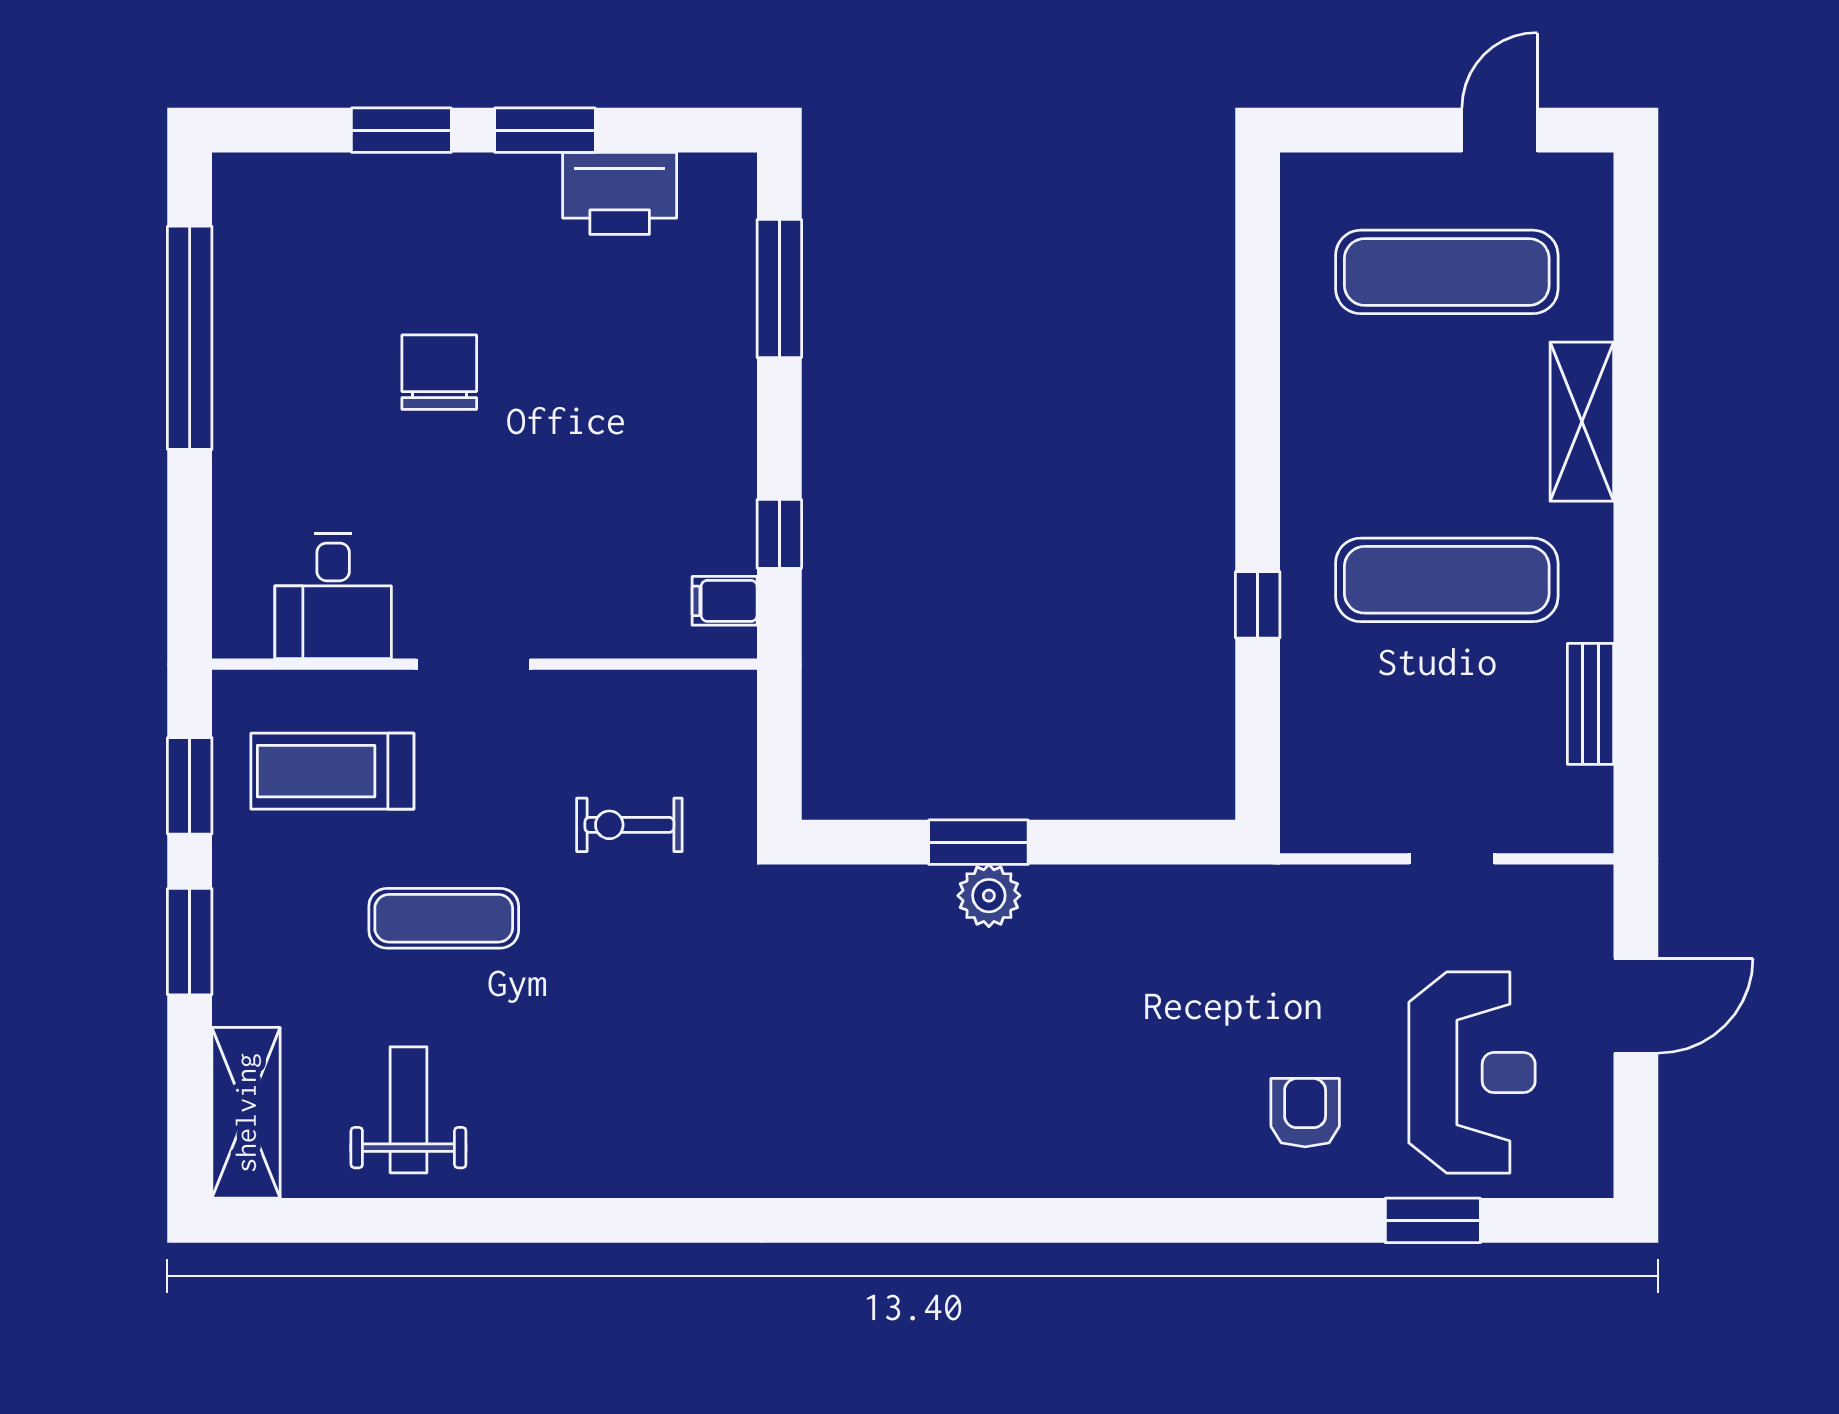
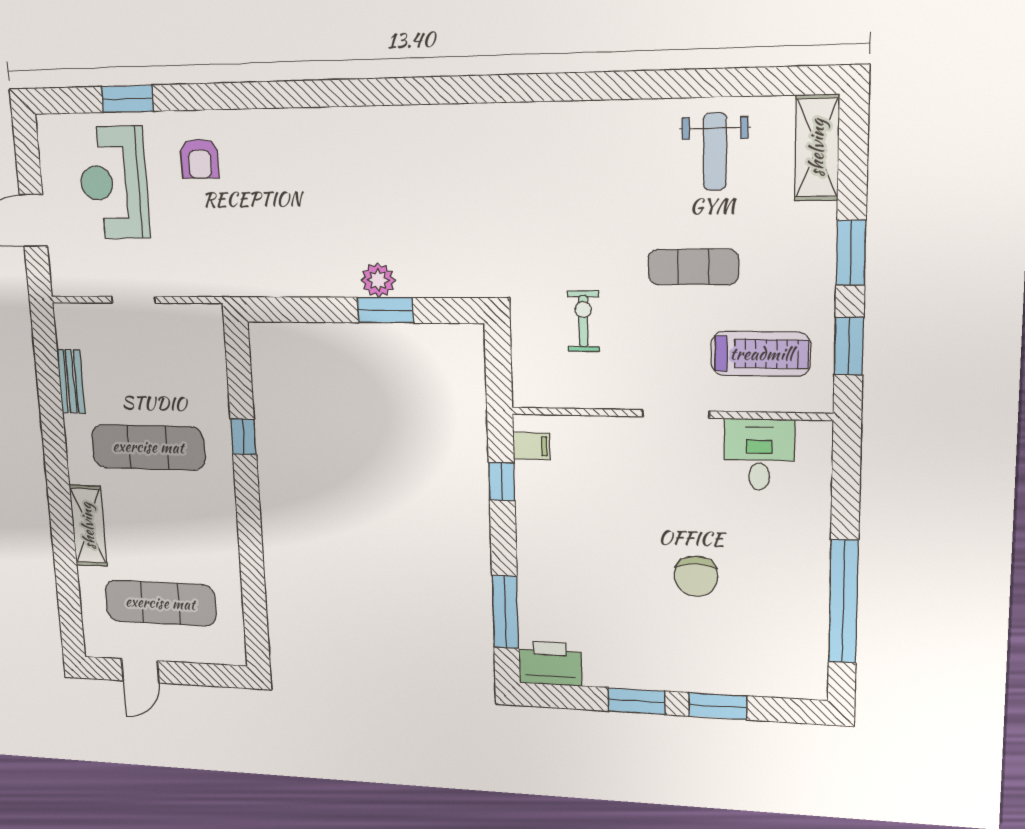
printer: (620, 193) -> (550, 663), moved
exercise bike: (629, 825) -> (583, 321), turned -90

